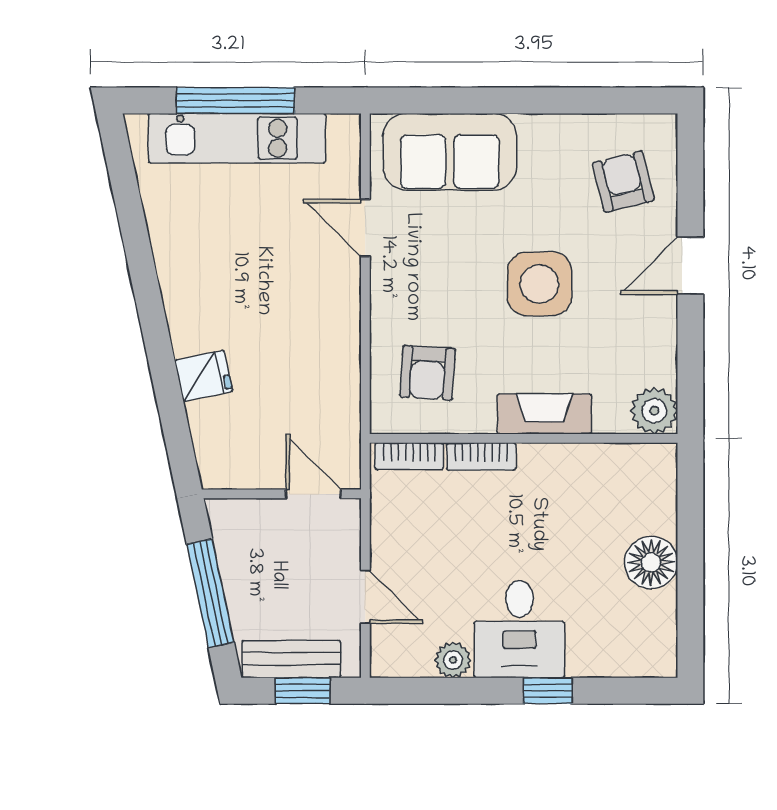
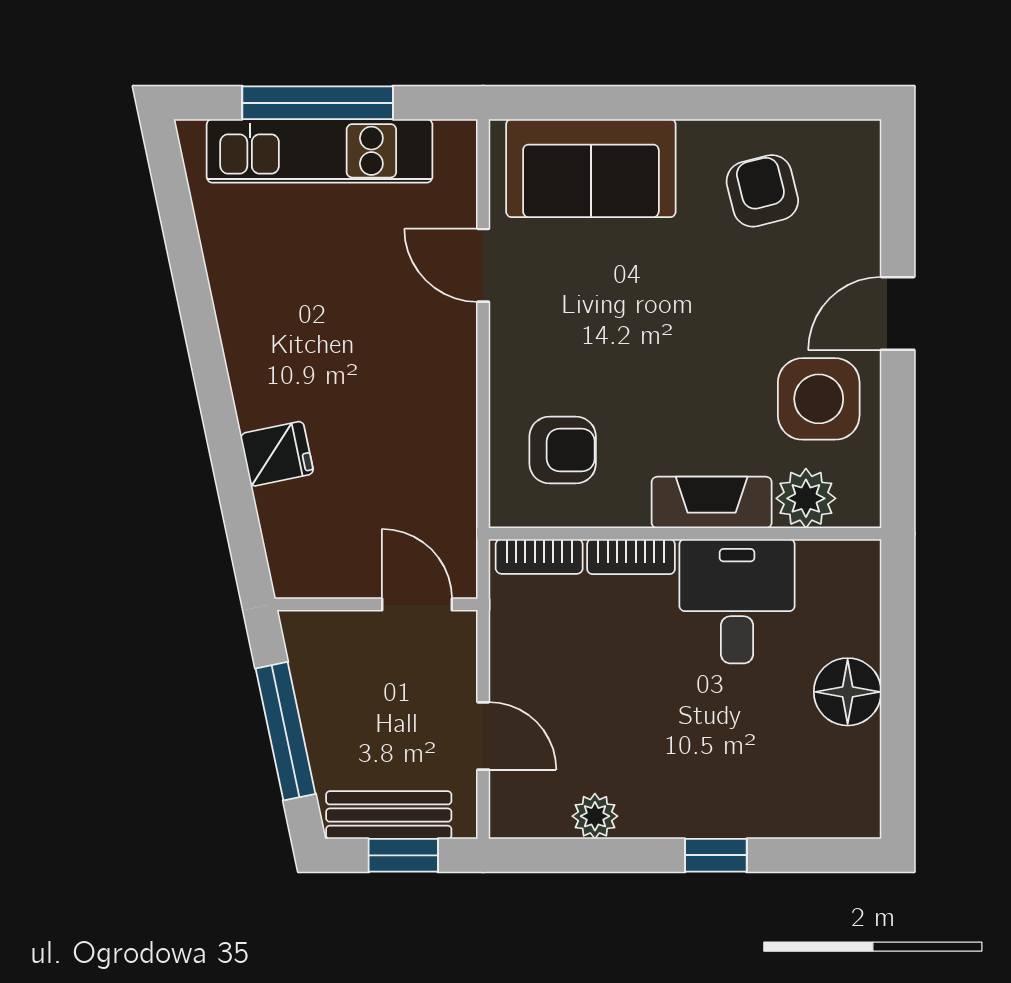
armchair: (623, 182) -> (762, 191), moved
side table: (539, 284) -> (819, 399), moved
armchair: (428, 373) -> (563, 450), turned -94
plant: (654, 411) -> (806, 498), moved
desk: (519, 629) -> (737, 601), moved, turned 180

